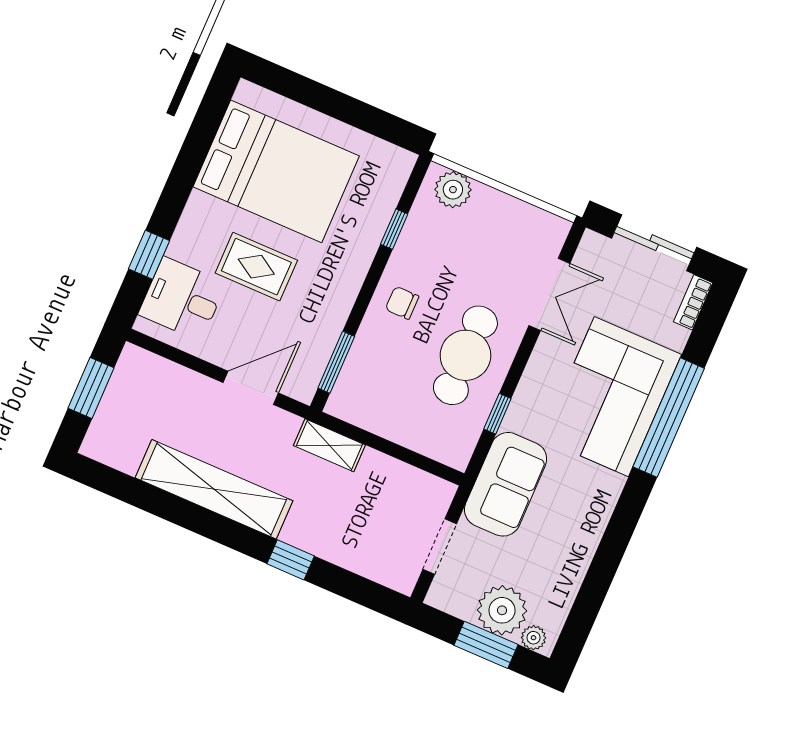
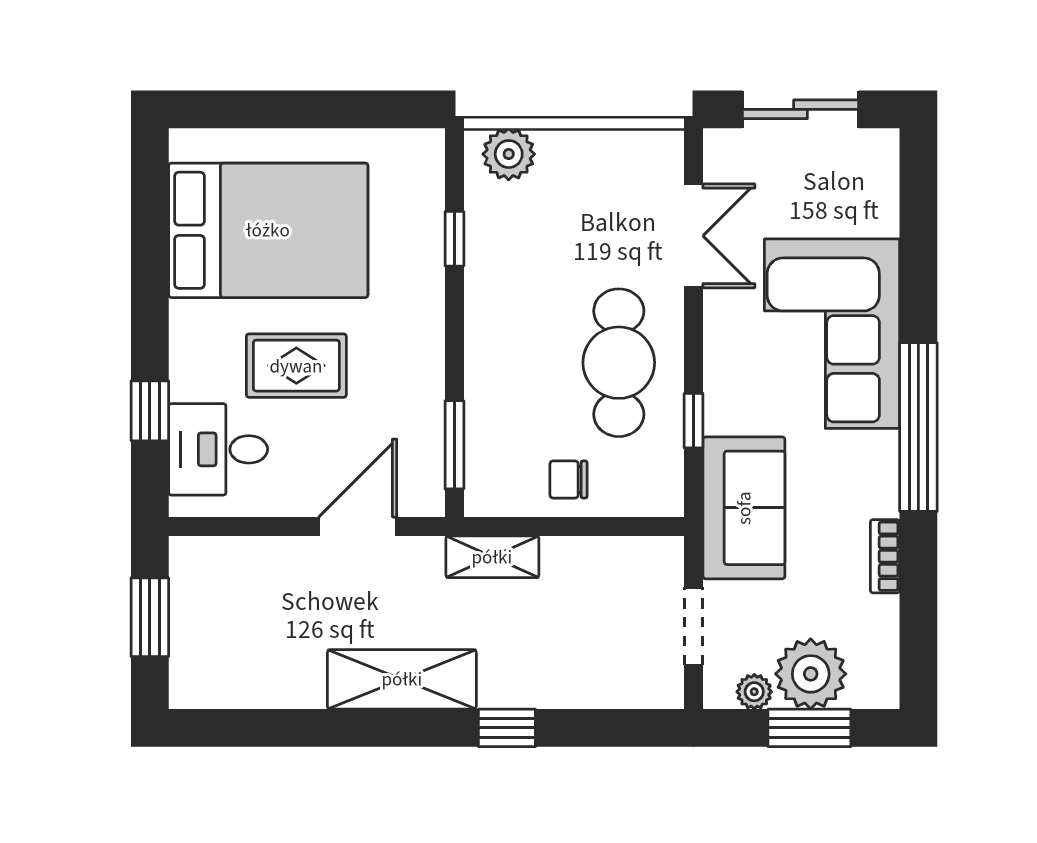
bookcase: (693, 302) -> (885, 556), moved
chair: (402, 303) -> (568, 479), moved
window: (669, 418) -> (918, 427), moved
shelving: (214, 489) -> (402, 679), width x0.68
plant: (534, 638) -> (754, 692), moved

